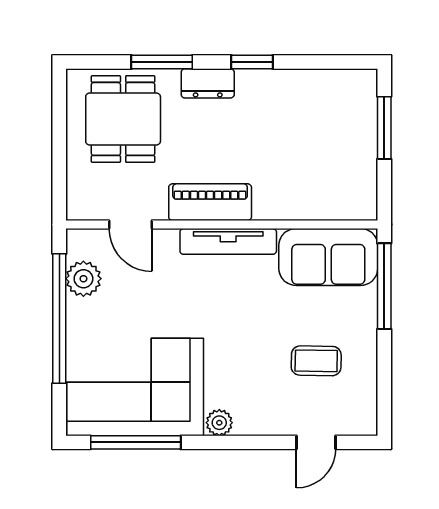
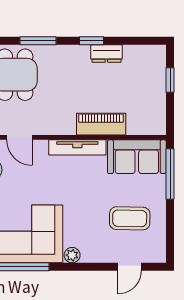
dresser: (208, 83) -> (106, 54), moved
window: (384, 128) -> (170, 80), width x0.67
piano: (210, 202) -> (101, 124), moved
coffee table: (316, 361) -> (130, 218), width x1.36, depth x1.30

